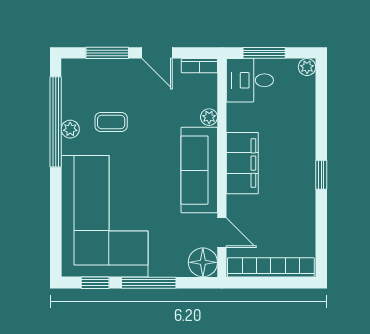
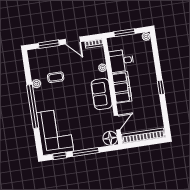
desk: (250, 80) -> (122, 61), moved
window: (56, 122) -> (33, 106), moved
sofa: (199, 170) -> (102, 94), width x0.73
corner sofa: (105, 216) -> (55, 132), width x0.73, depth x0.74
door: (222, 233) -> (117, 123), hinge flipped

